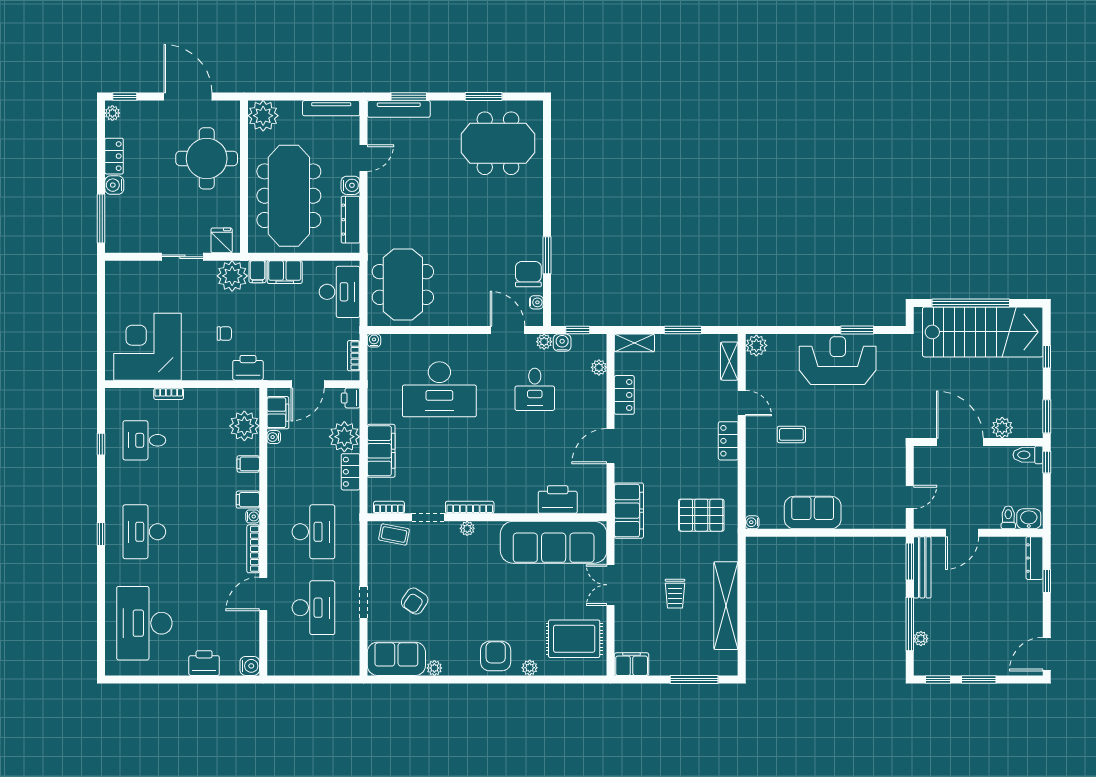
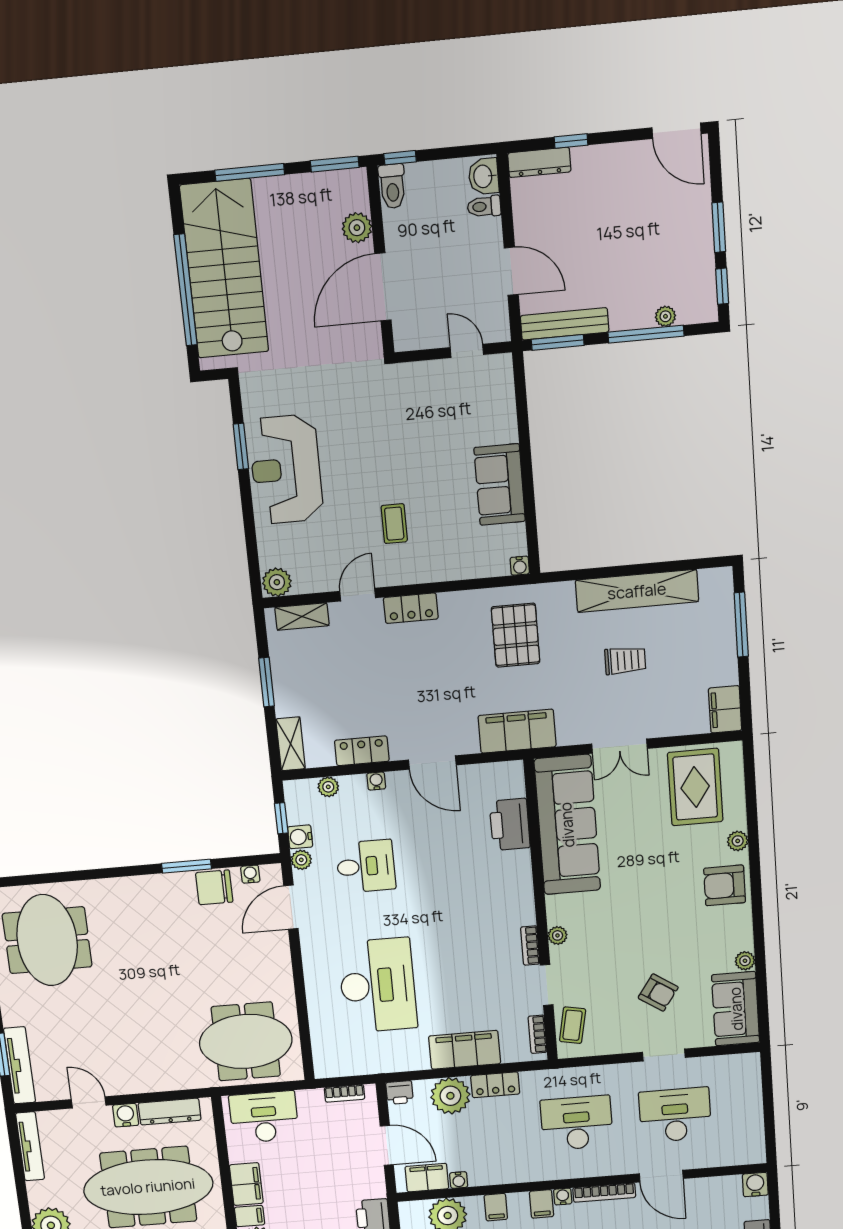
water cooler: (374, 340) -> (376, 781), moved, turned 90
window: (1047, 357) -> (250, 172), width x2.17
bookcase: (470, 507) -> (530, 945), width x0.64

